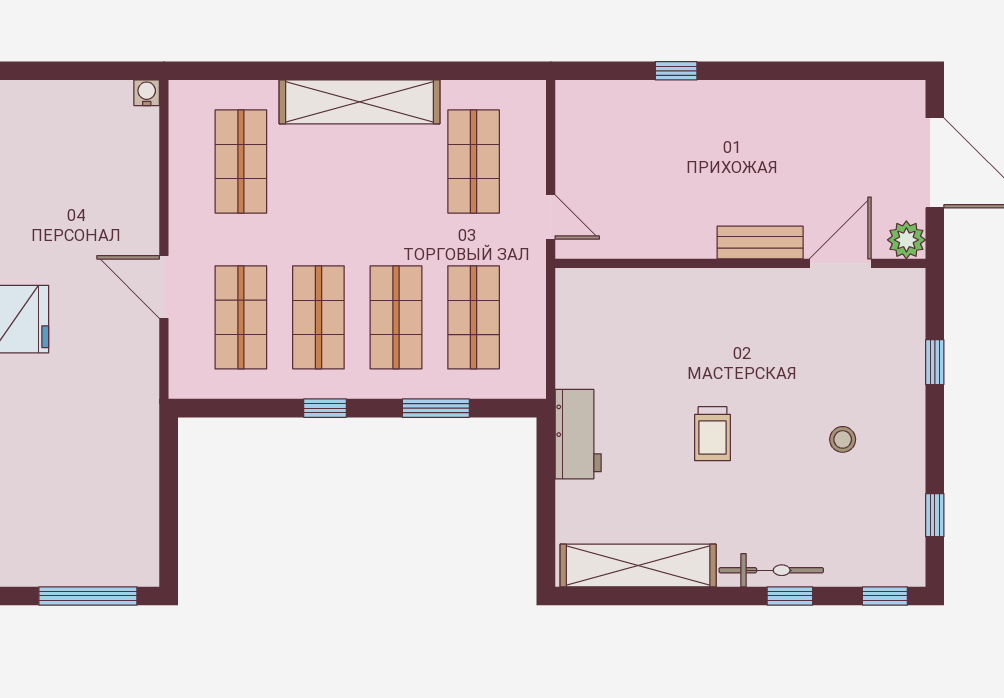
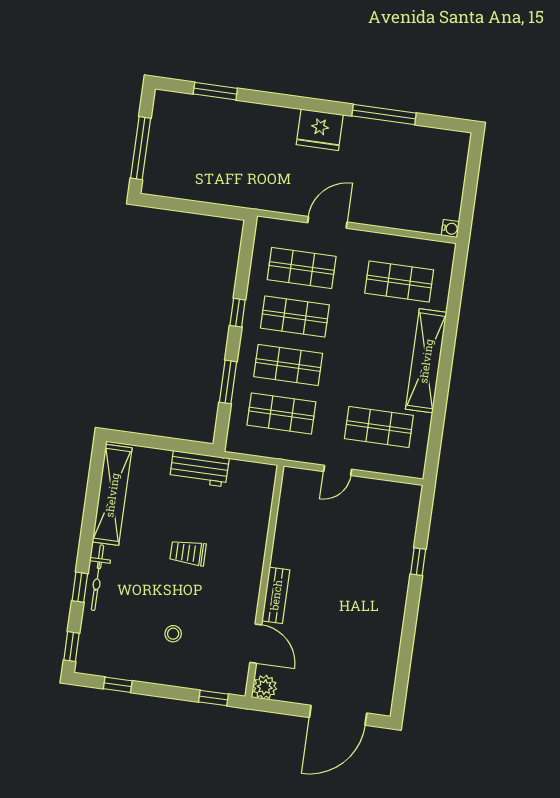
plant: (906, 240) -> (265, 687), moved
bench: (760, 243) -> (276, 595), moved
wall: (740, 263) -> (264, 581), moved
door: (840, 263) -> (256, 644), moved

